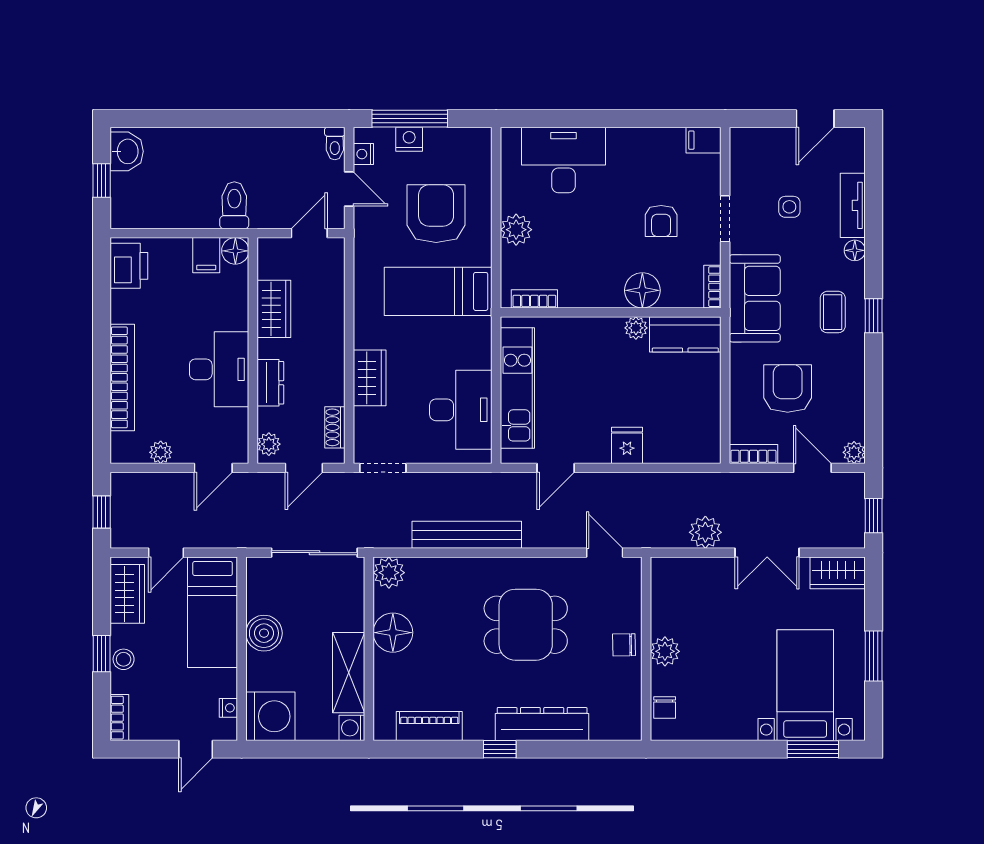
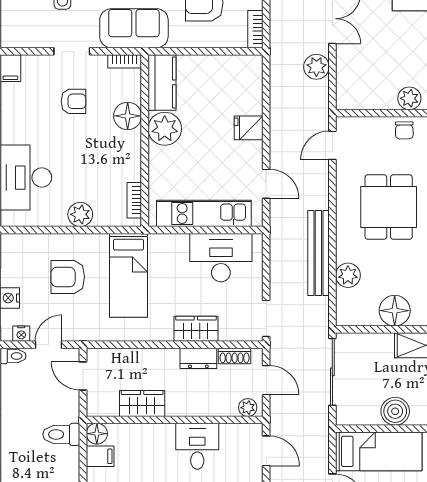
armchair: (436, 214) -> (68, 277), width x0.73, depth x0.73
plant: (636, 328) -> (165, 129), width x1.88, depth x1.88
desk: (219, 369) -> (197, 446), width x0.73
dresser: (270, 383) -> (198, 358), moved, turned 180
plant: (389, 573) -> (348, 275), moved

